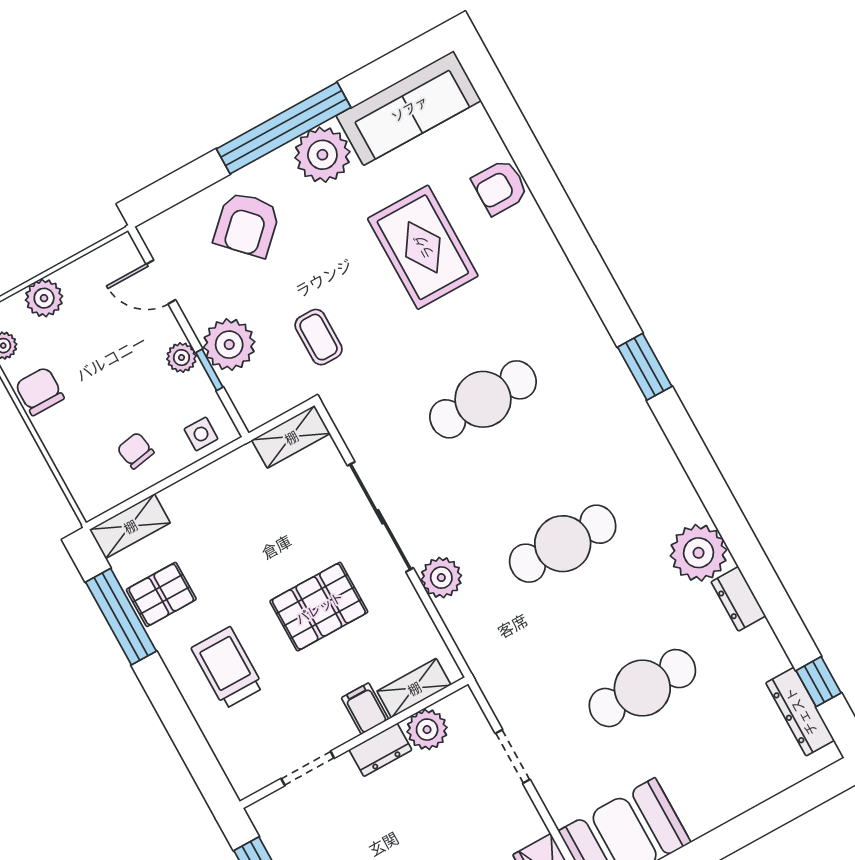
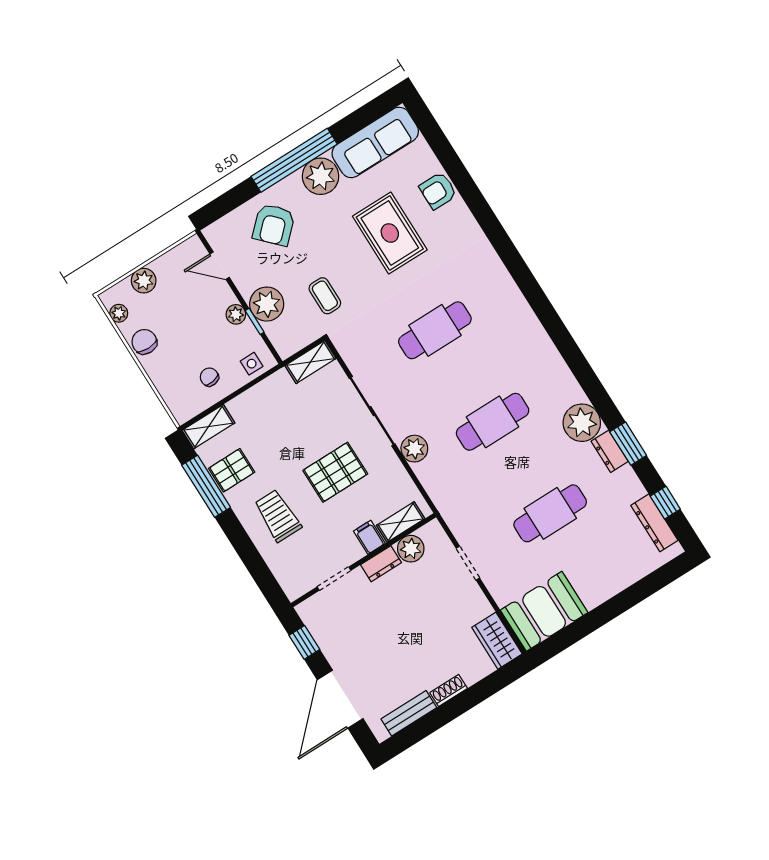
window: (645, 367) -> (628, 444), moved

